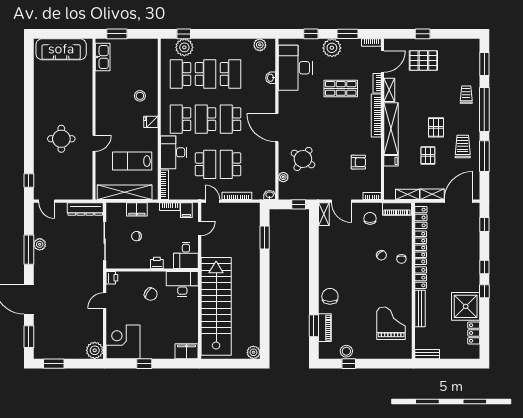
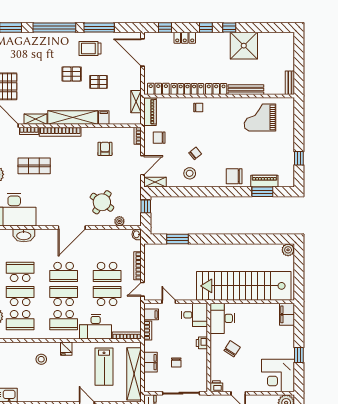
washbasin: (271, 78) -> (24, 235), width x1.91, depth x1.45
shop shelf: (341, 88) -> (34, 166), turned 90
trolley: (466, 95) -> (40, 45), removed
school desk: (206, 119) -> (64, 296), turned 180
shelving: (432, 194) -> (136, 78), removed
chair: (381, 255) -> (195, 153), moved
locker: (474, 333) -> (185, 38), moved
stool: (346, 351) -> (190, 173), moved

